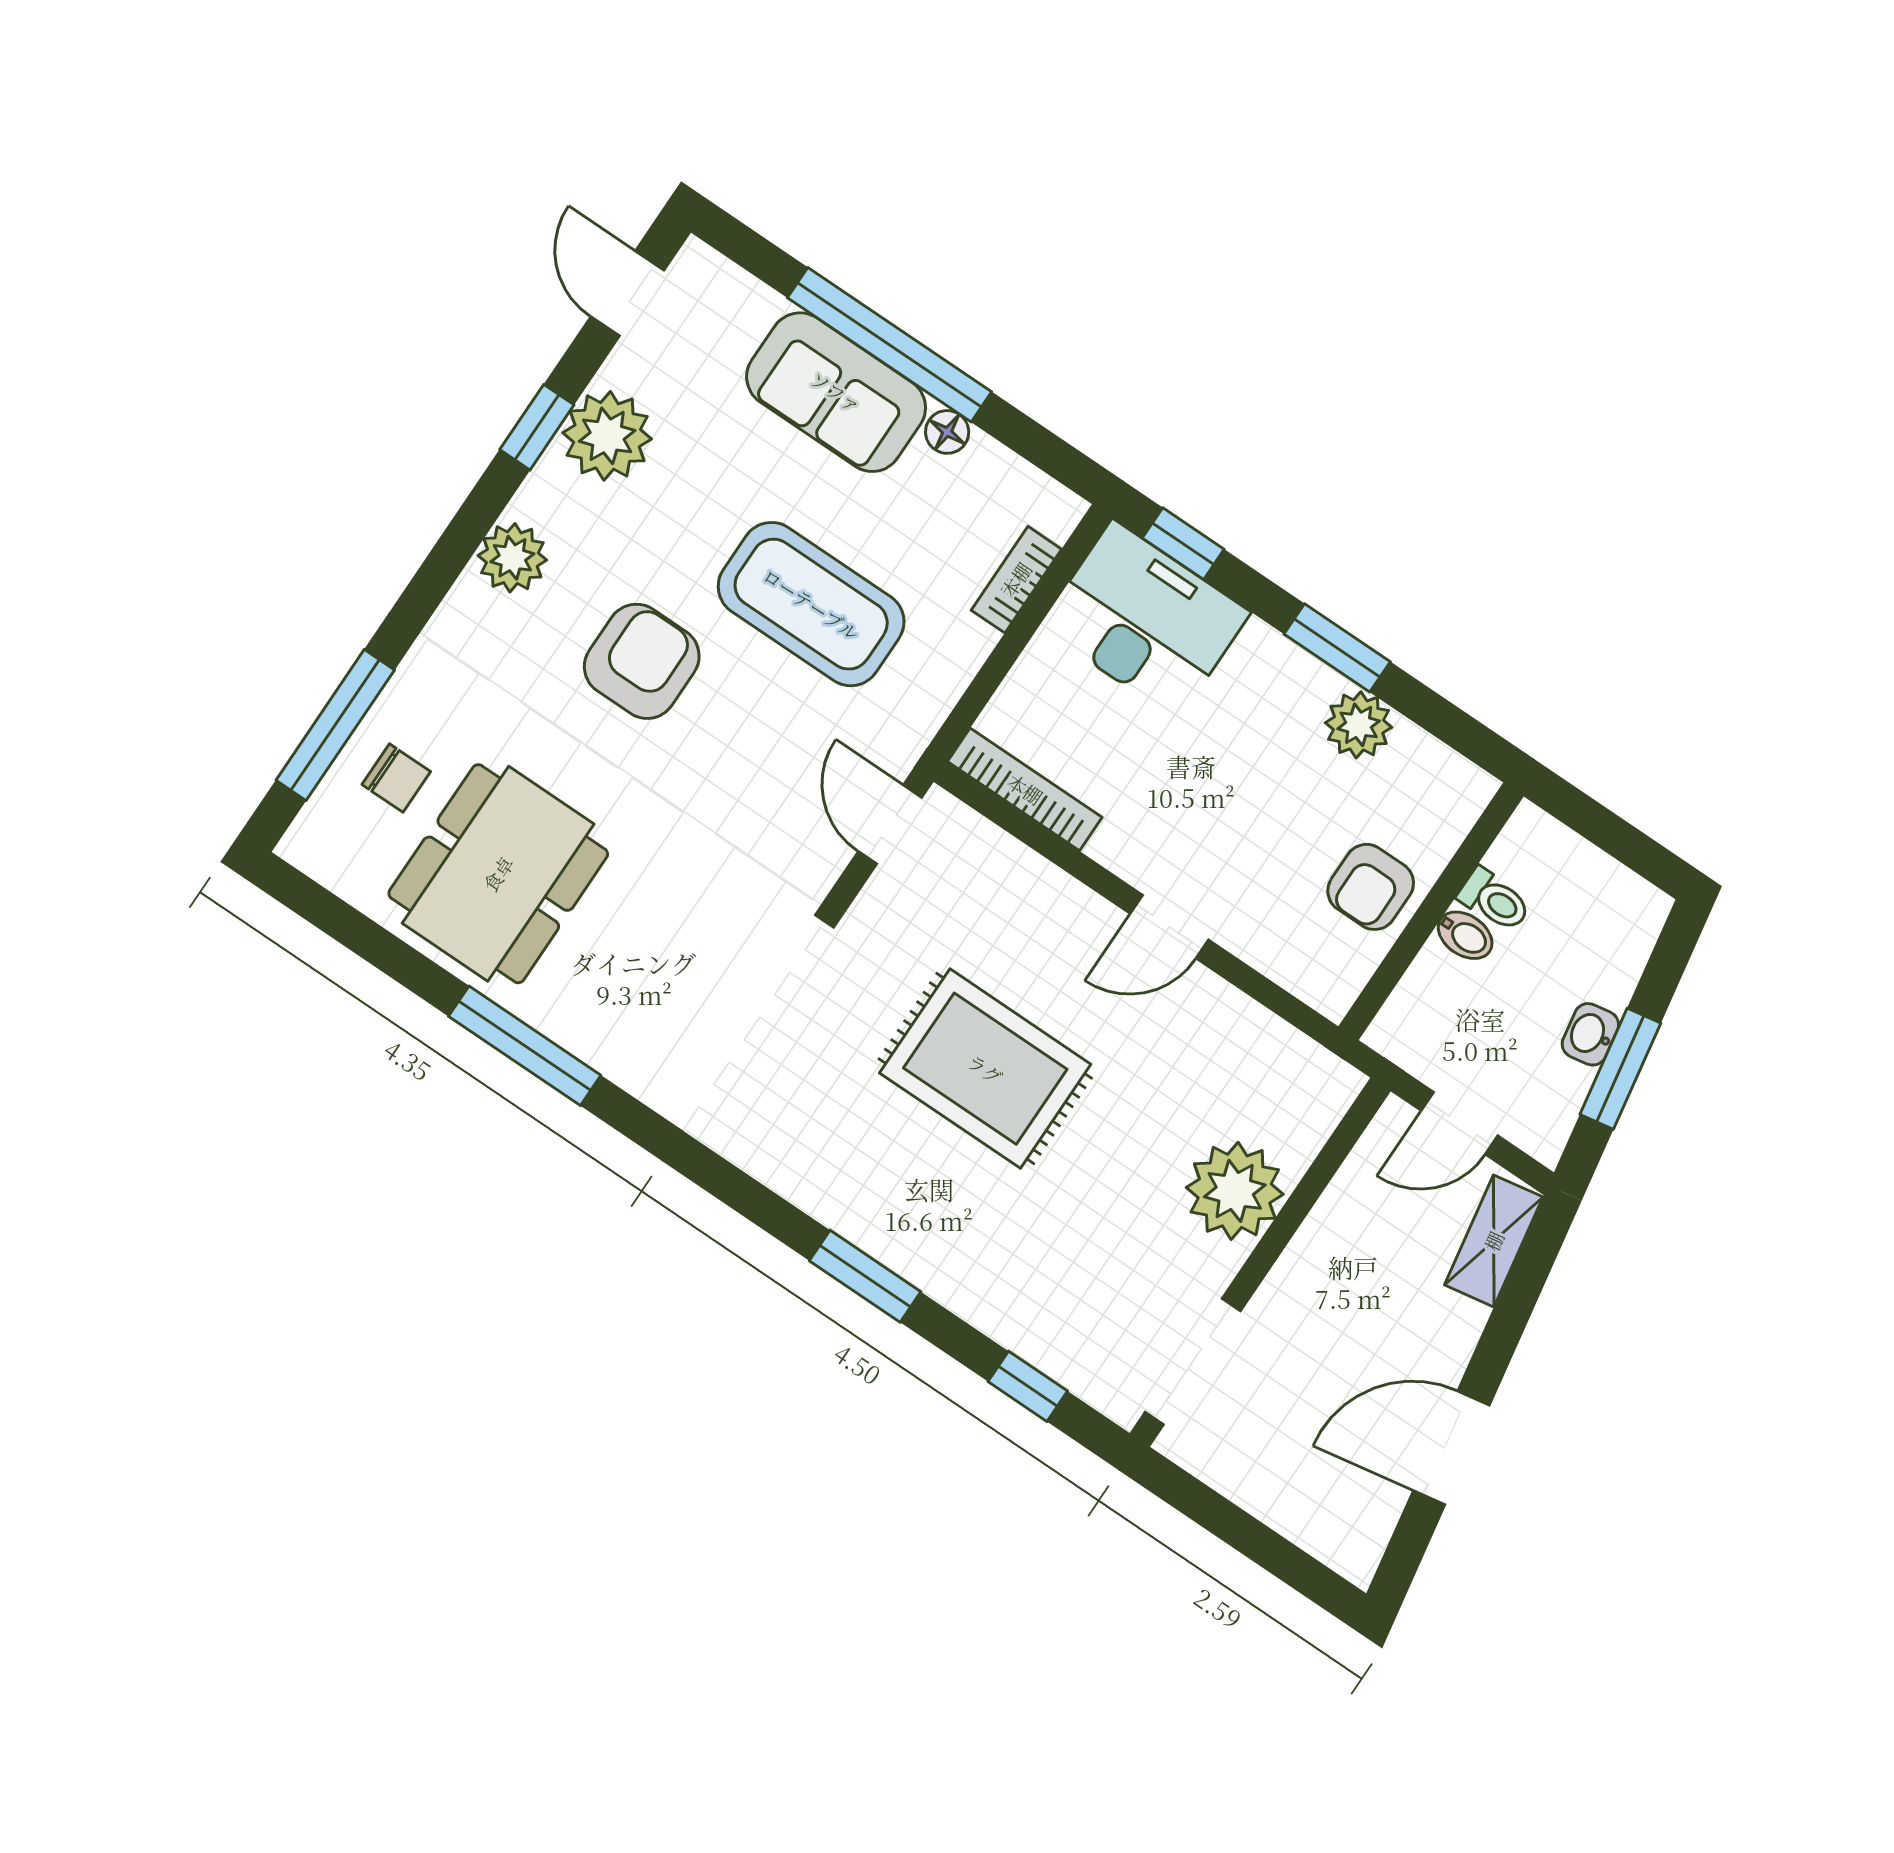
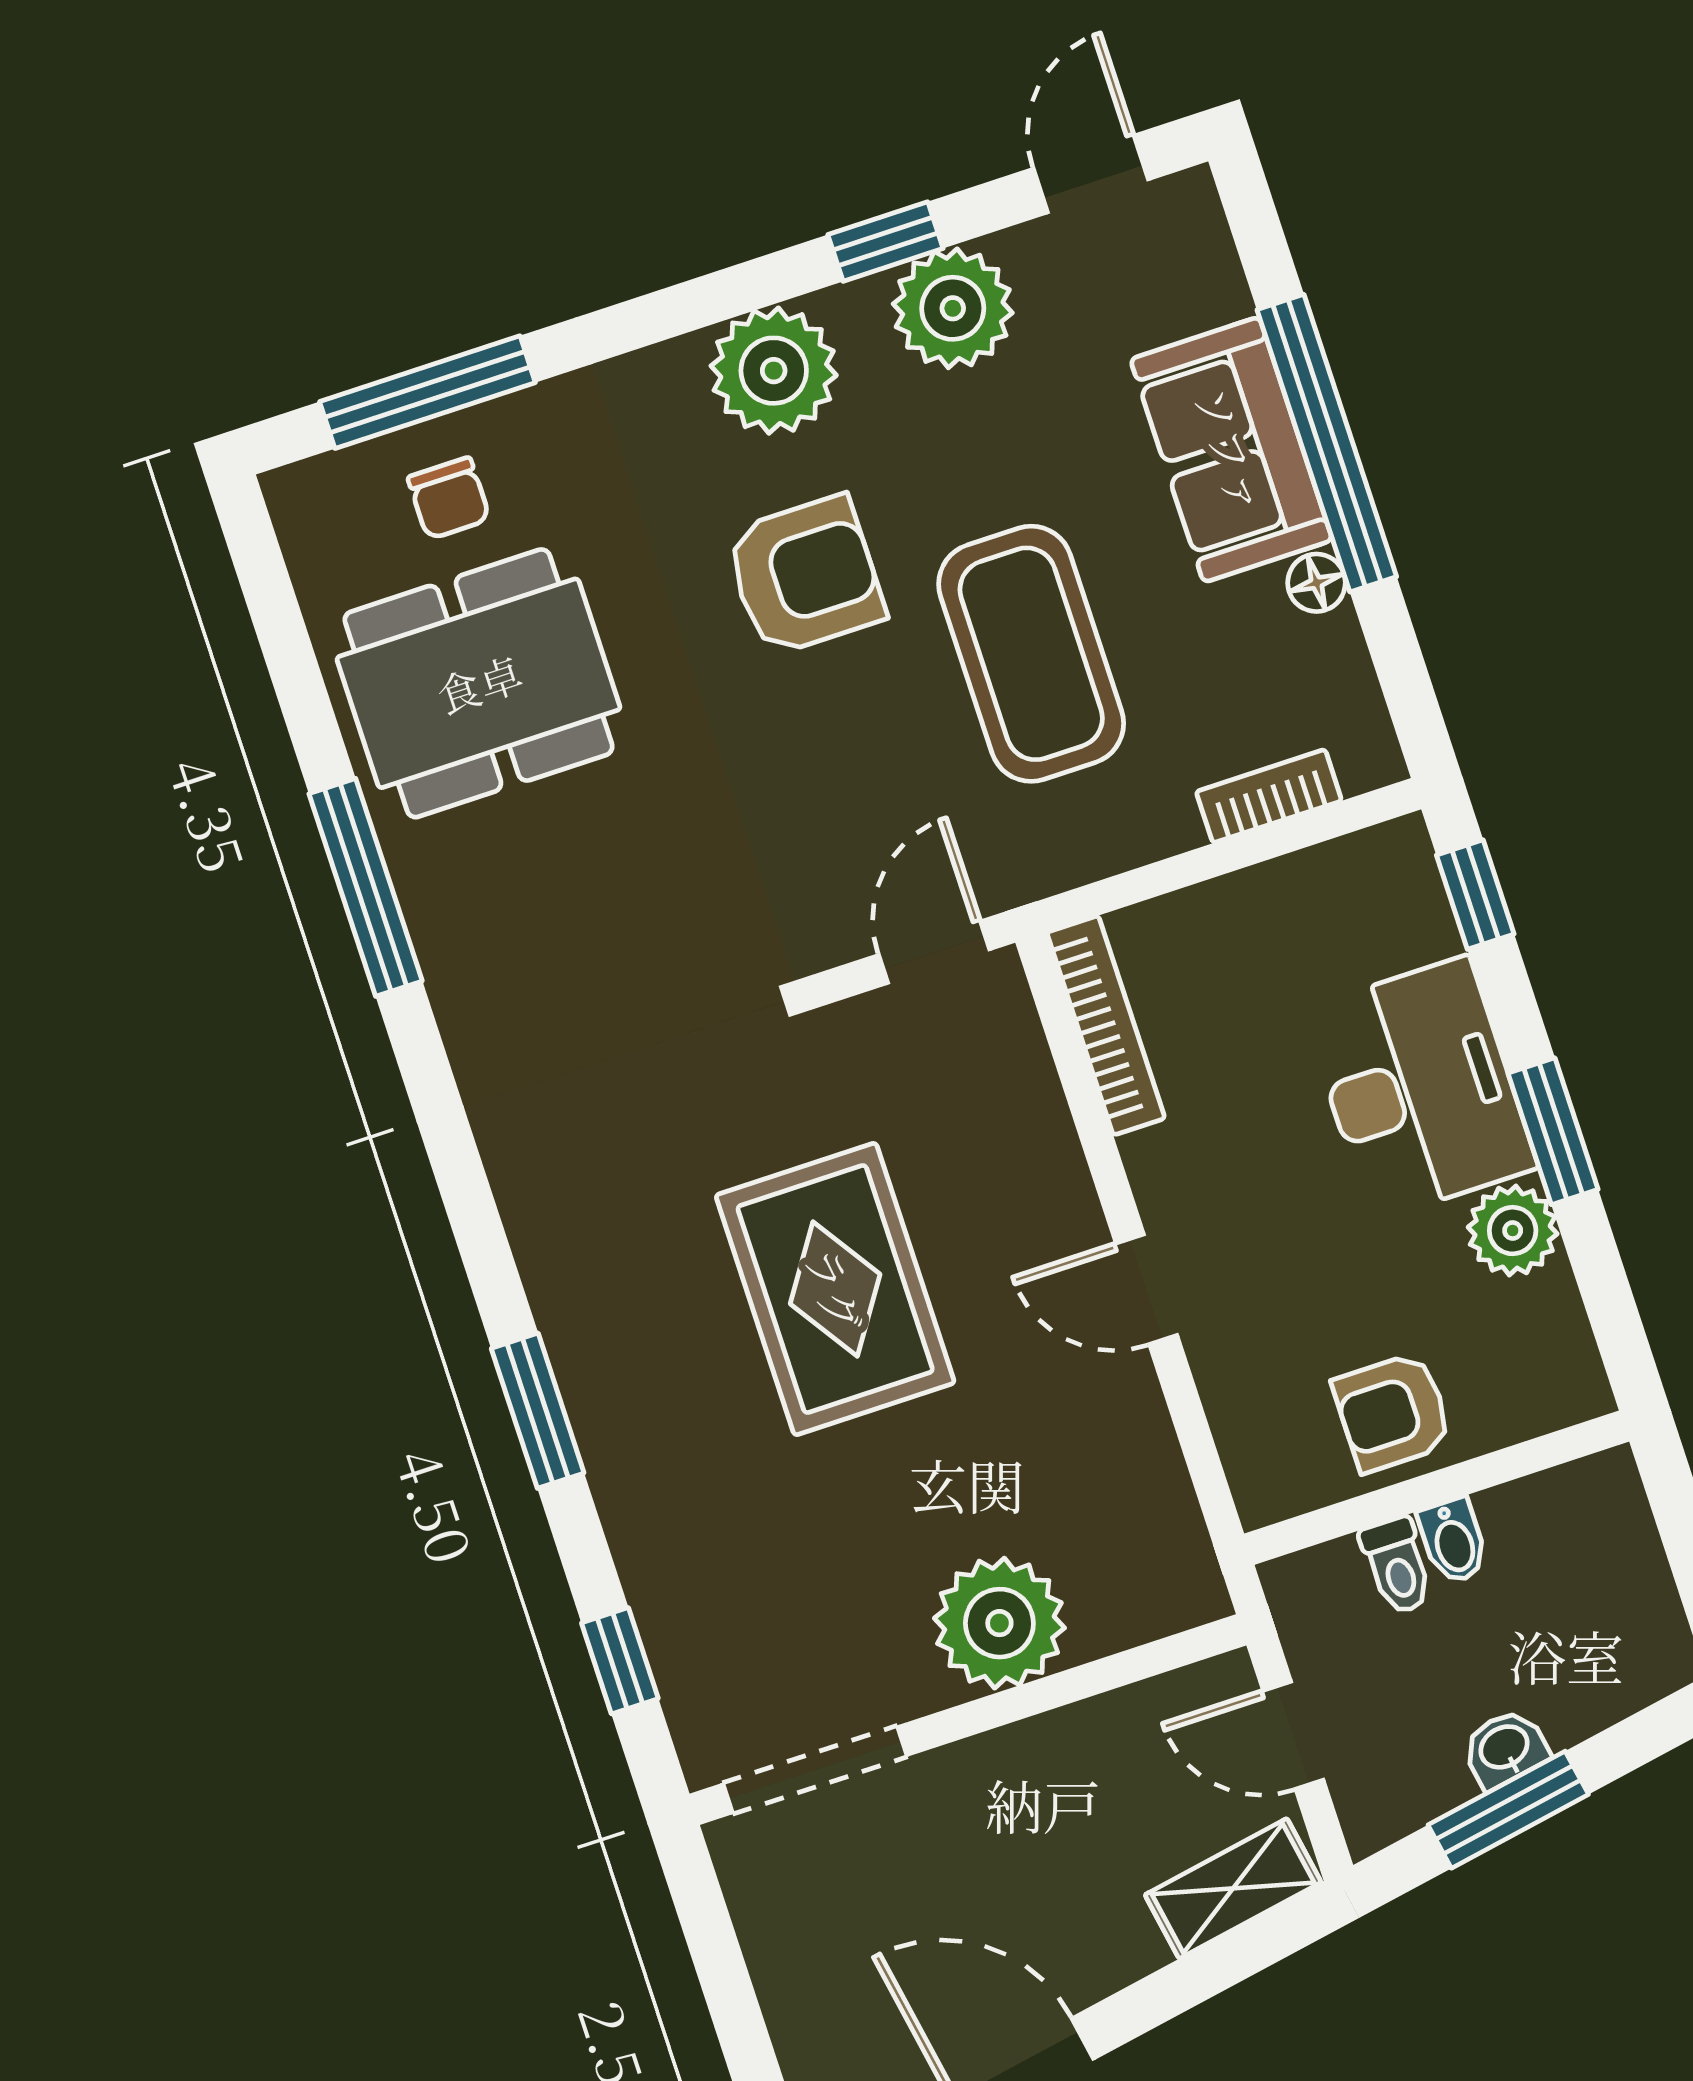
plant: (512, 558) -> (774, 371), width x1.36, depth x1.36
desk: (1145, 620) -> (1420, 1088), moved
toilet: (1494, 900) -> (1397, 1566), moved

